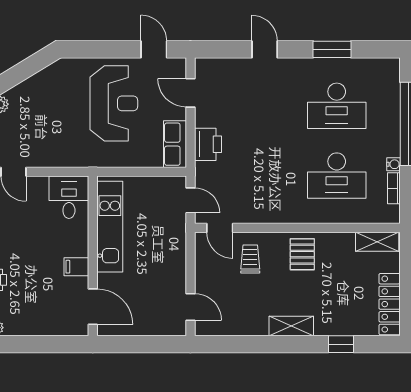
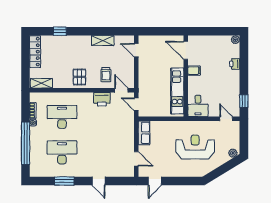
door: (154, 49) -> (155, 181), hinge flipped
reception desk: (114, 103) -> (195, 147), moved, turned 90
printer: (208, 144) -> (102, 99), moved, turned -90
shelving: (291, 326) -> (103, 41), moved

